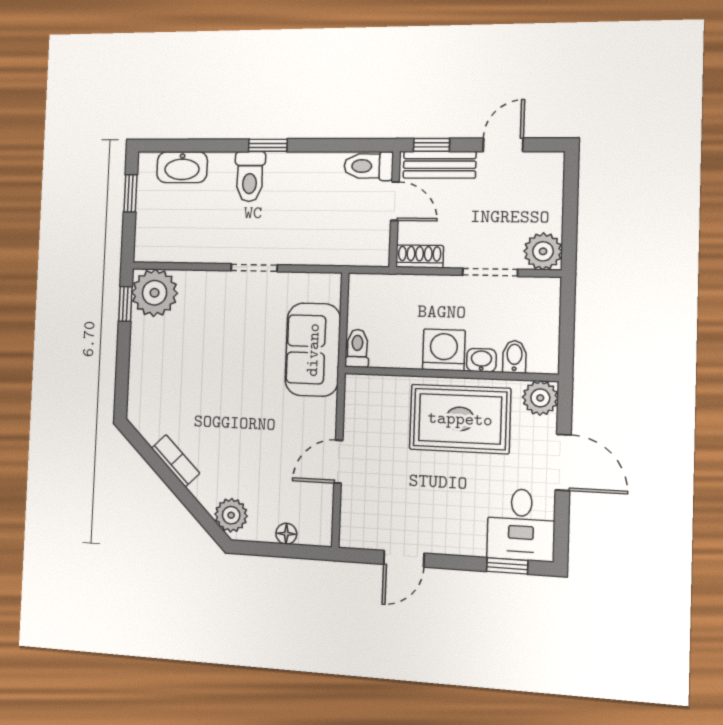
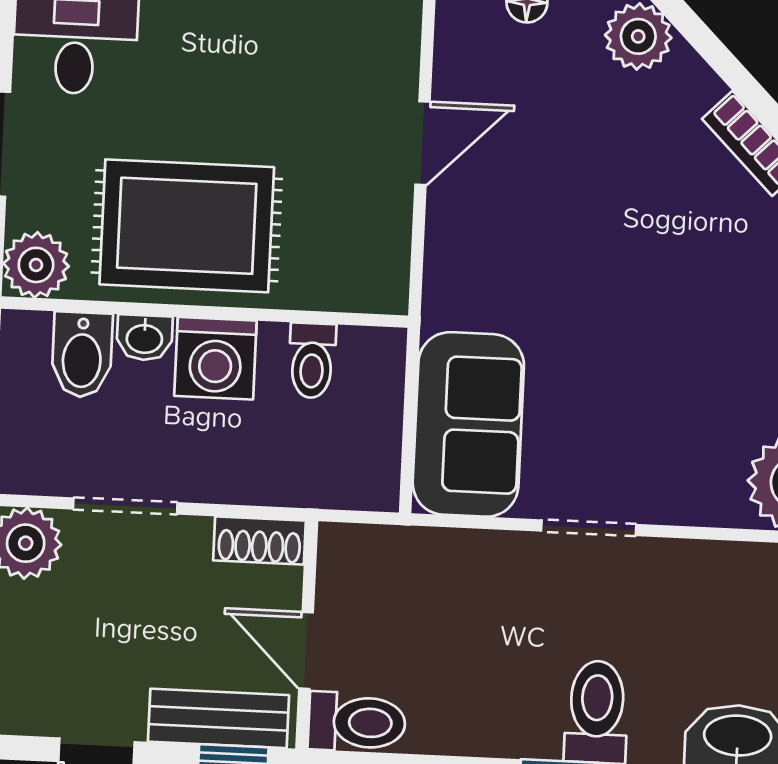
toilet: (357, 348) -> (312, 361), moved
sofa: (313, 350) -> (468, 424), moved
bidet: (514, 357) -> (82, 355), width x1.38, depth x1.36

